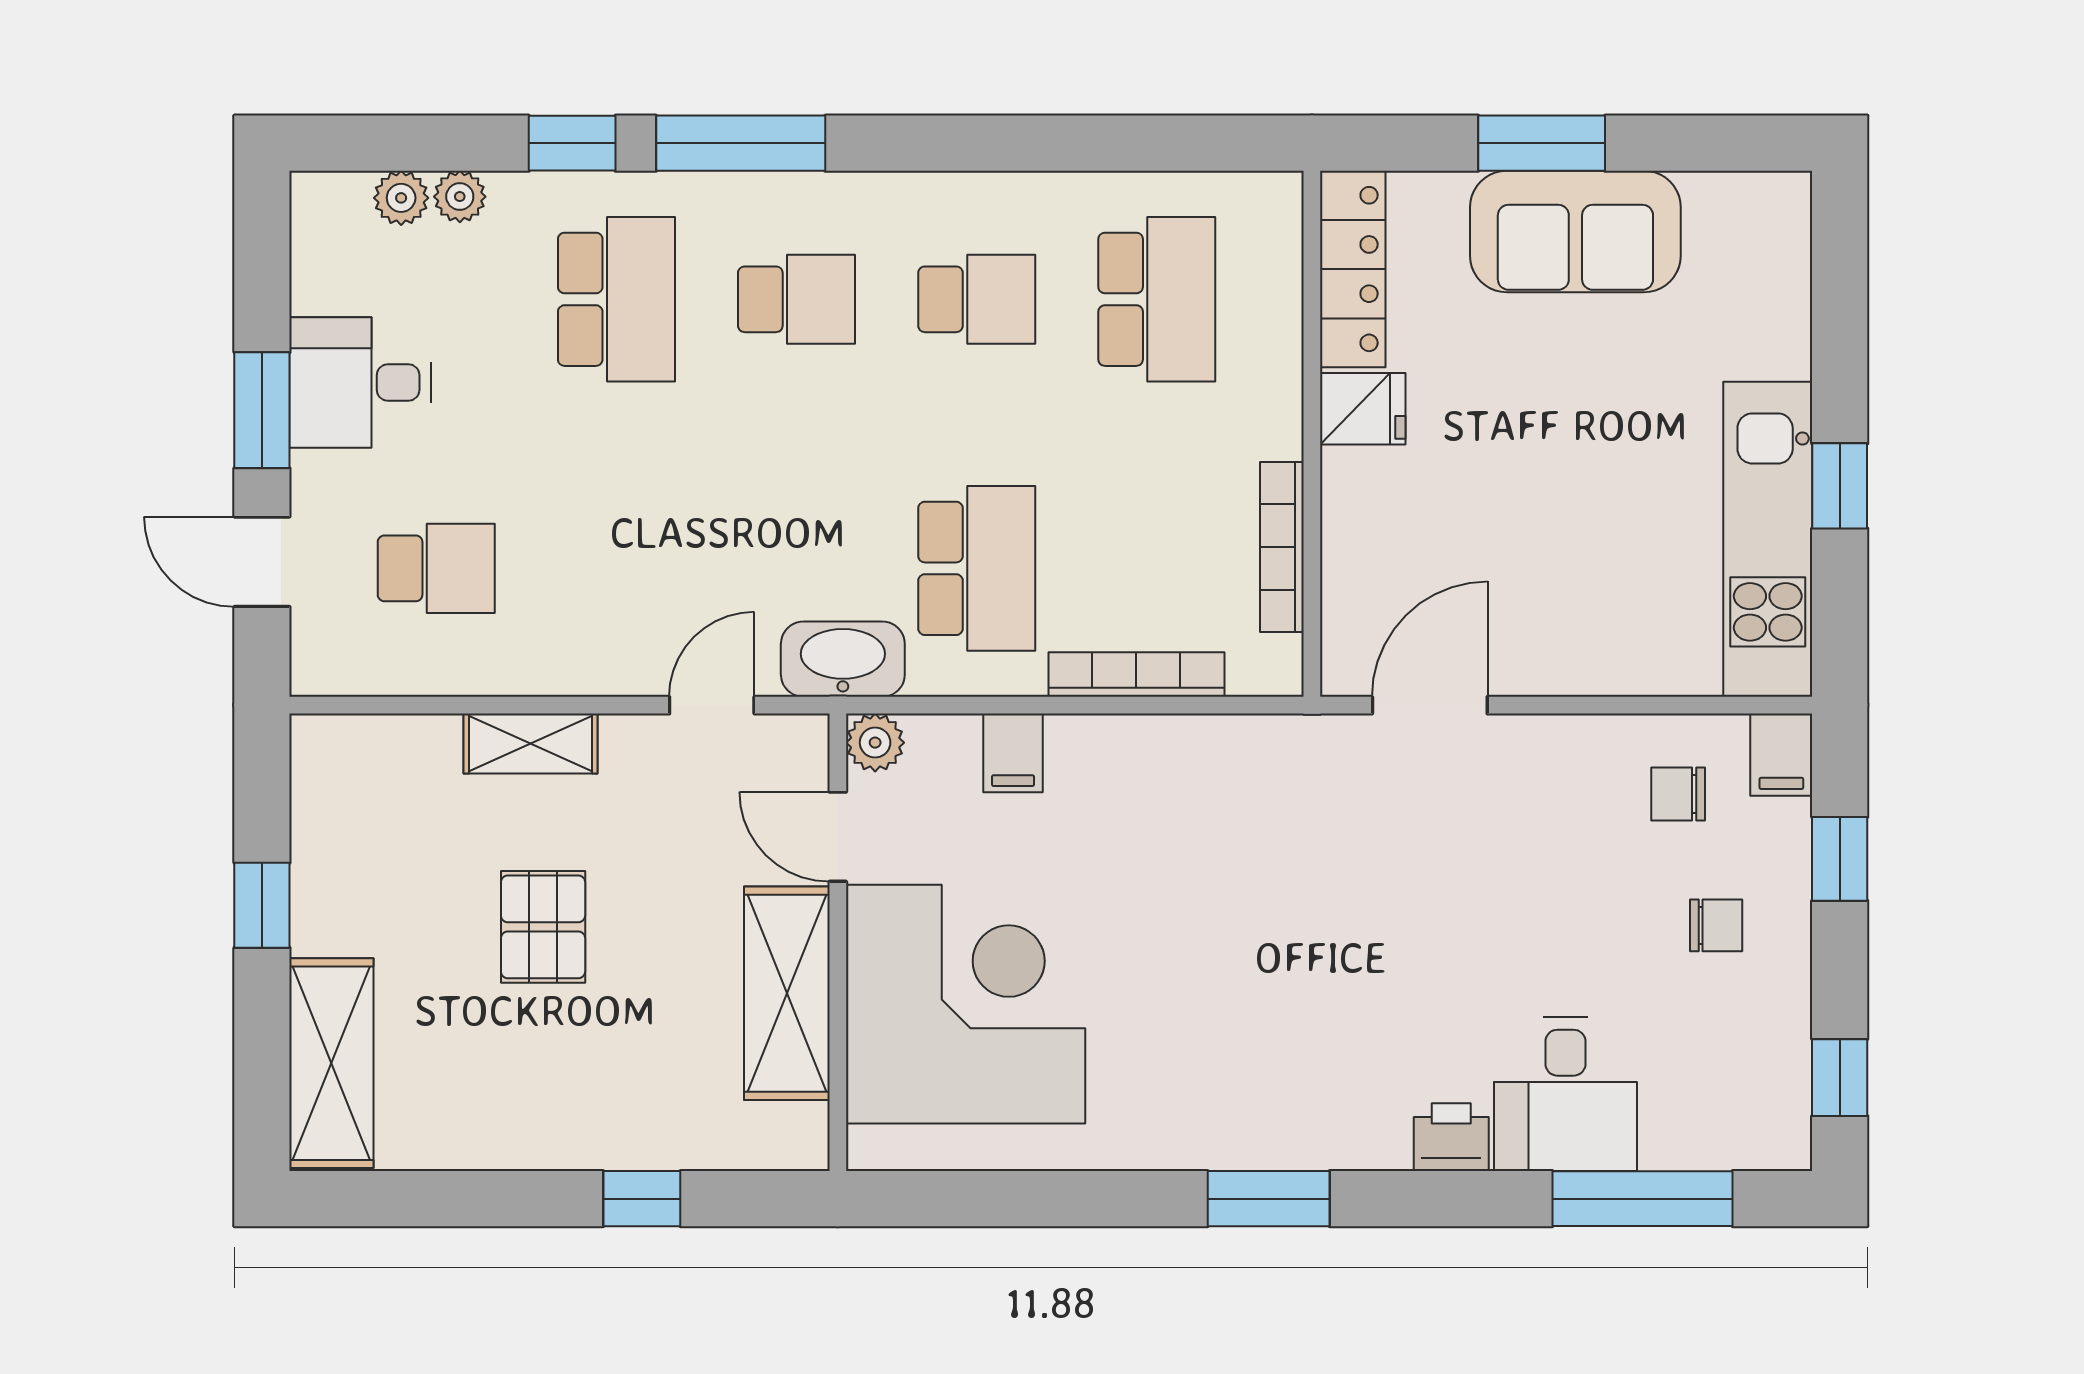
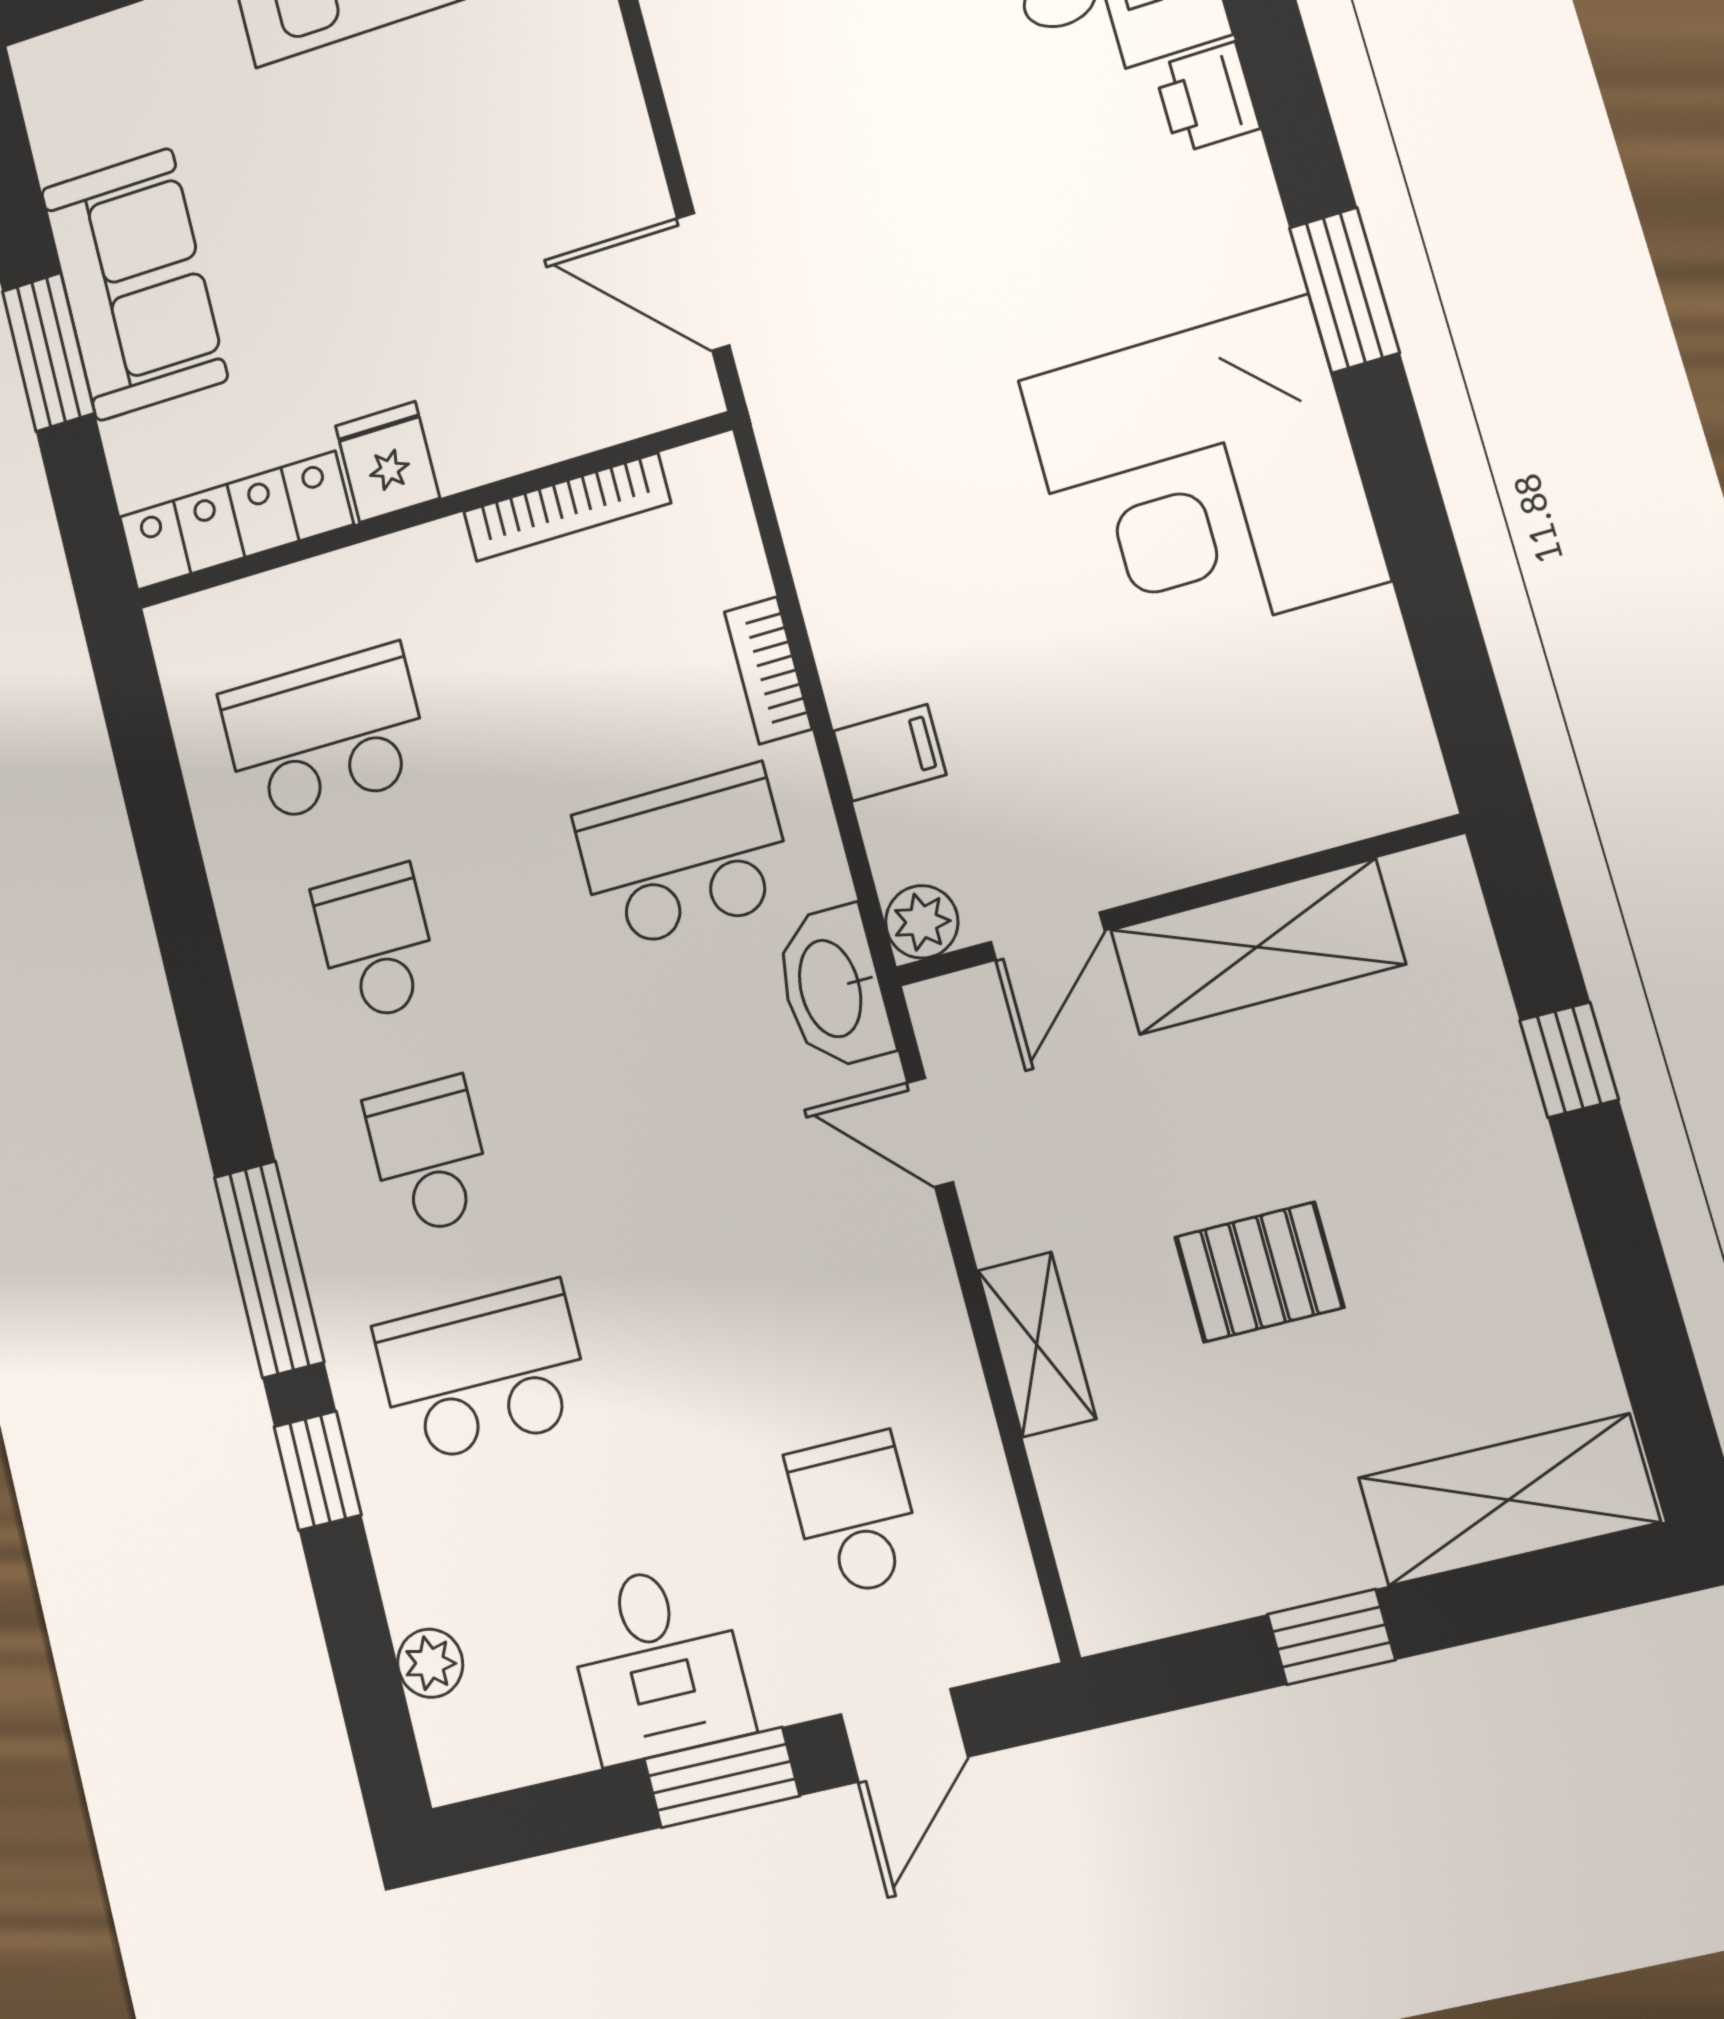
plant: (460, 197) -> (411, 1592), removed
bookcase: (1136, 674) -> (768, 670), width x0.64
corner desk: (966, 1004) -> (1203, 480), moved, turned -90

